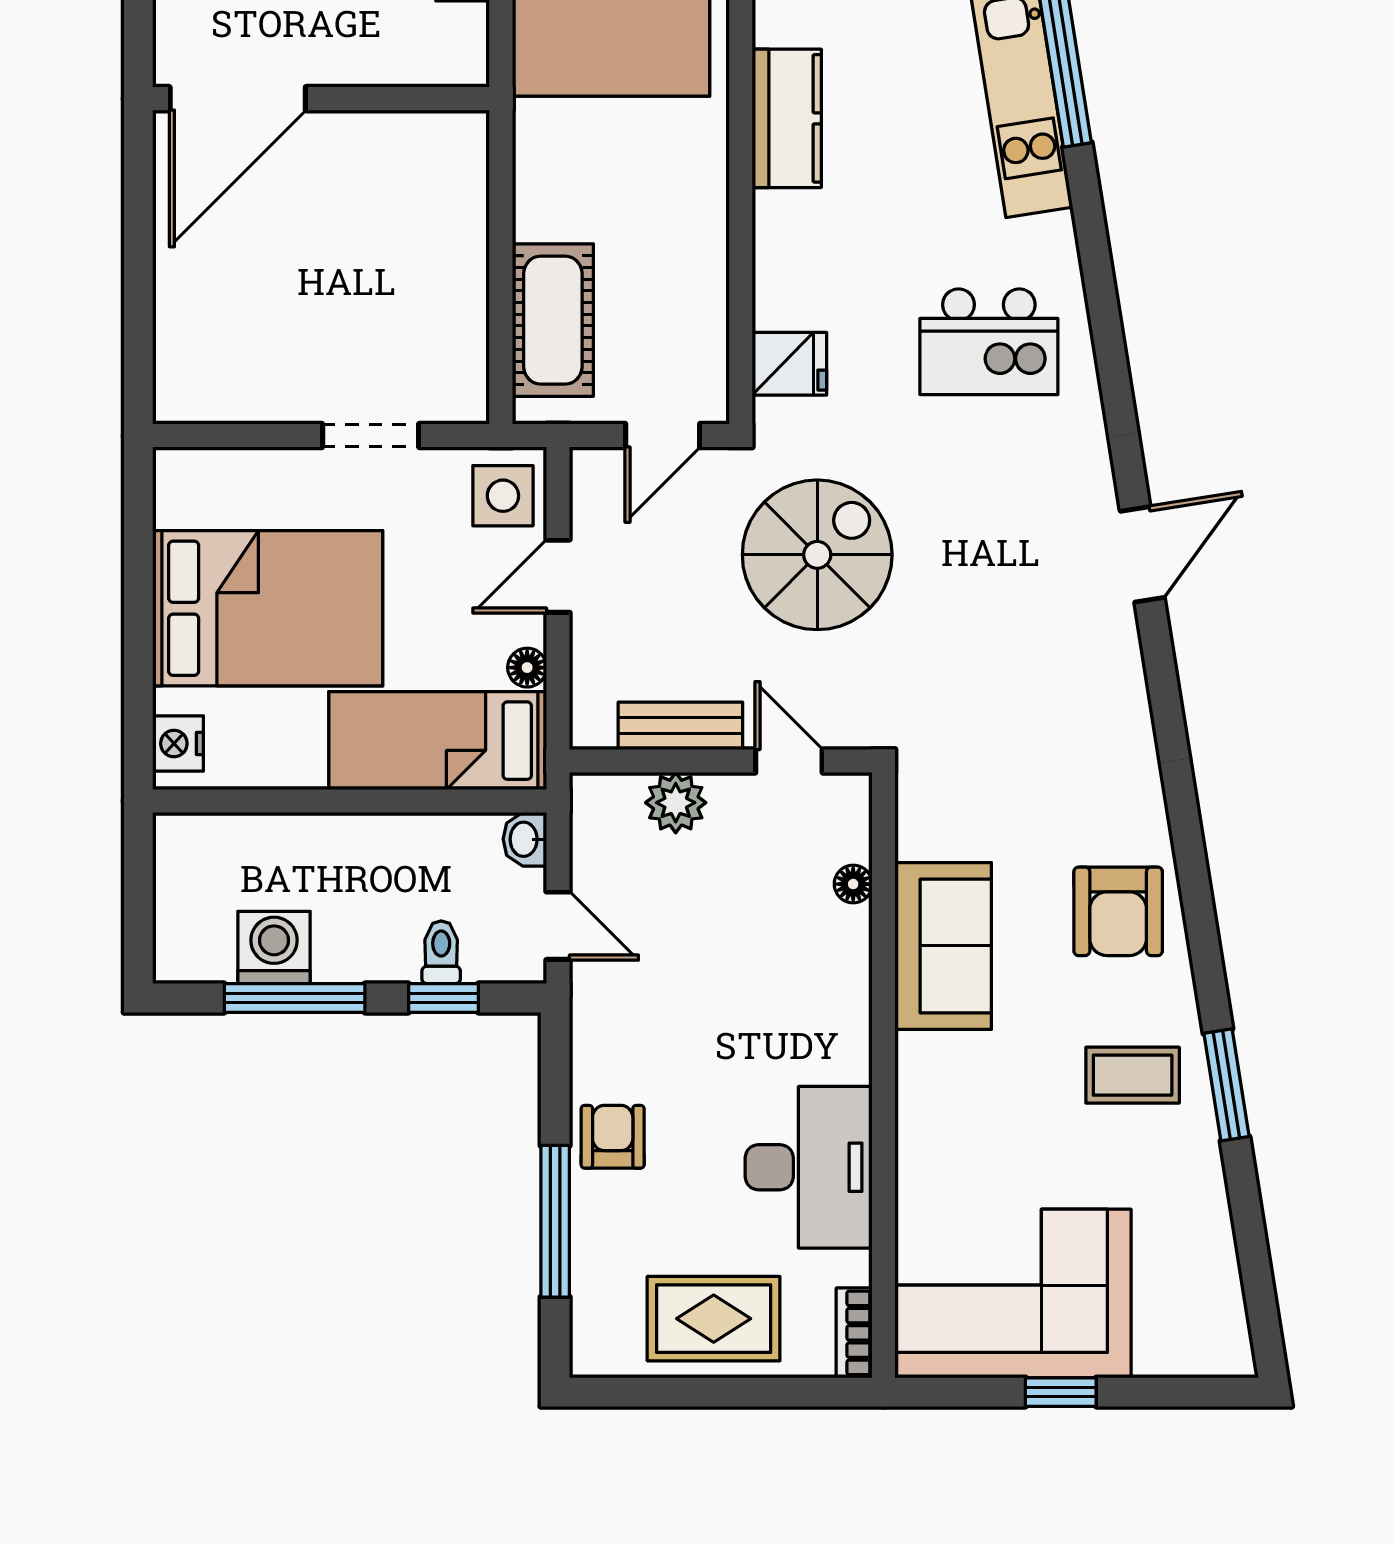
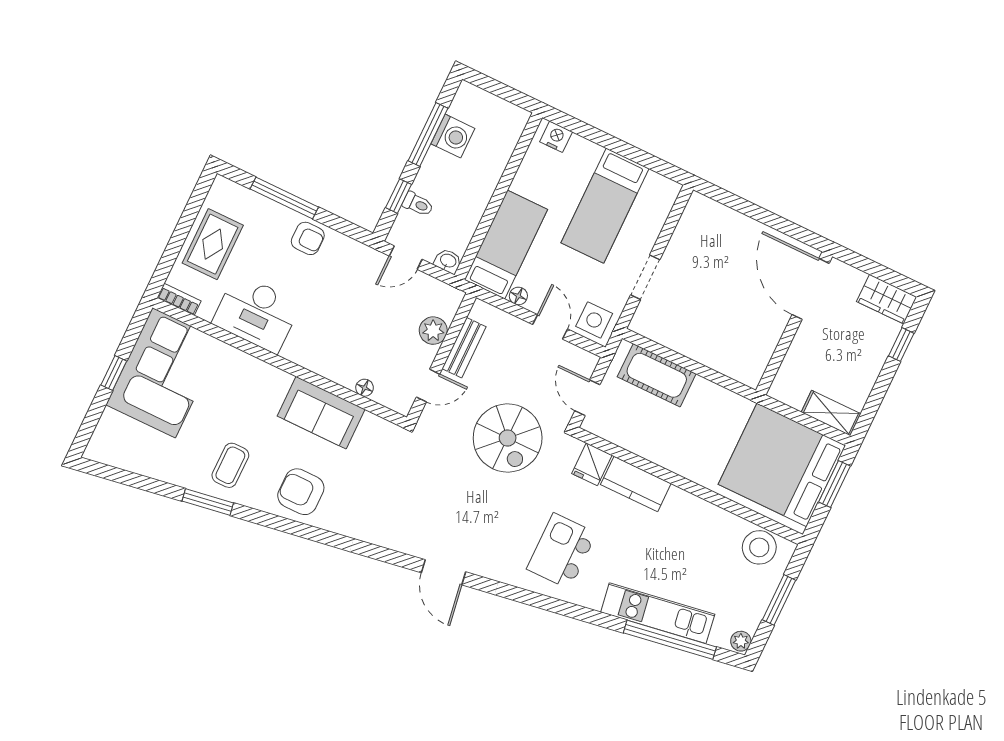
kitchen counter: (787, 118) -> (636, 484), moved
bed: (268, 608) -> (605, 206), width x0.67

